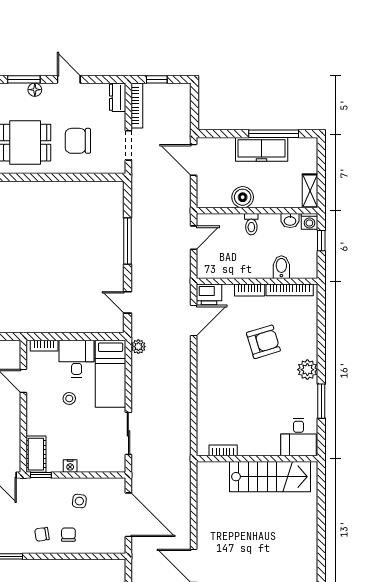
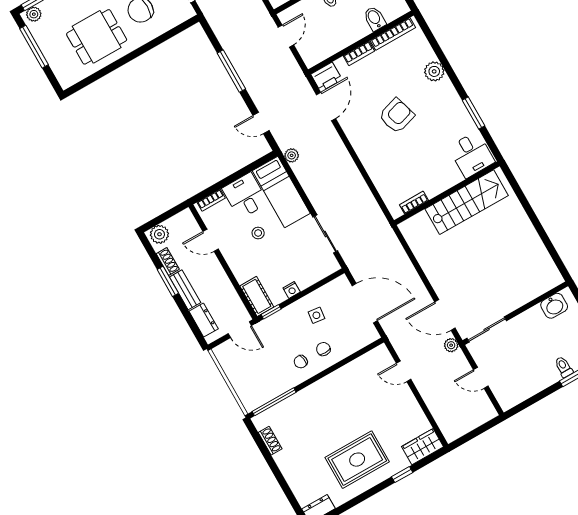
armchair: (263, 342) -> (397, 116), moved
plant: (307, 370) -> (434, 71), moved

